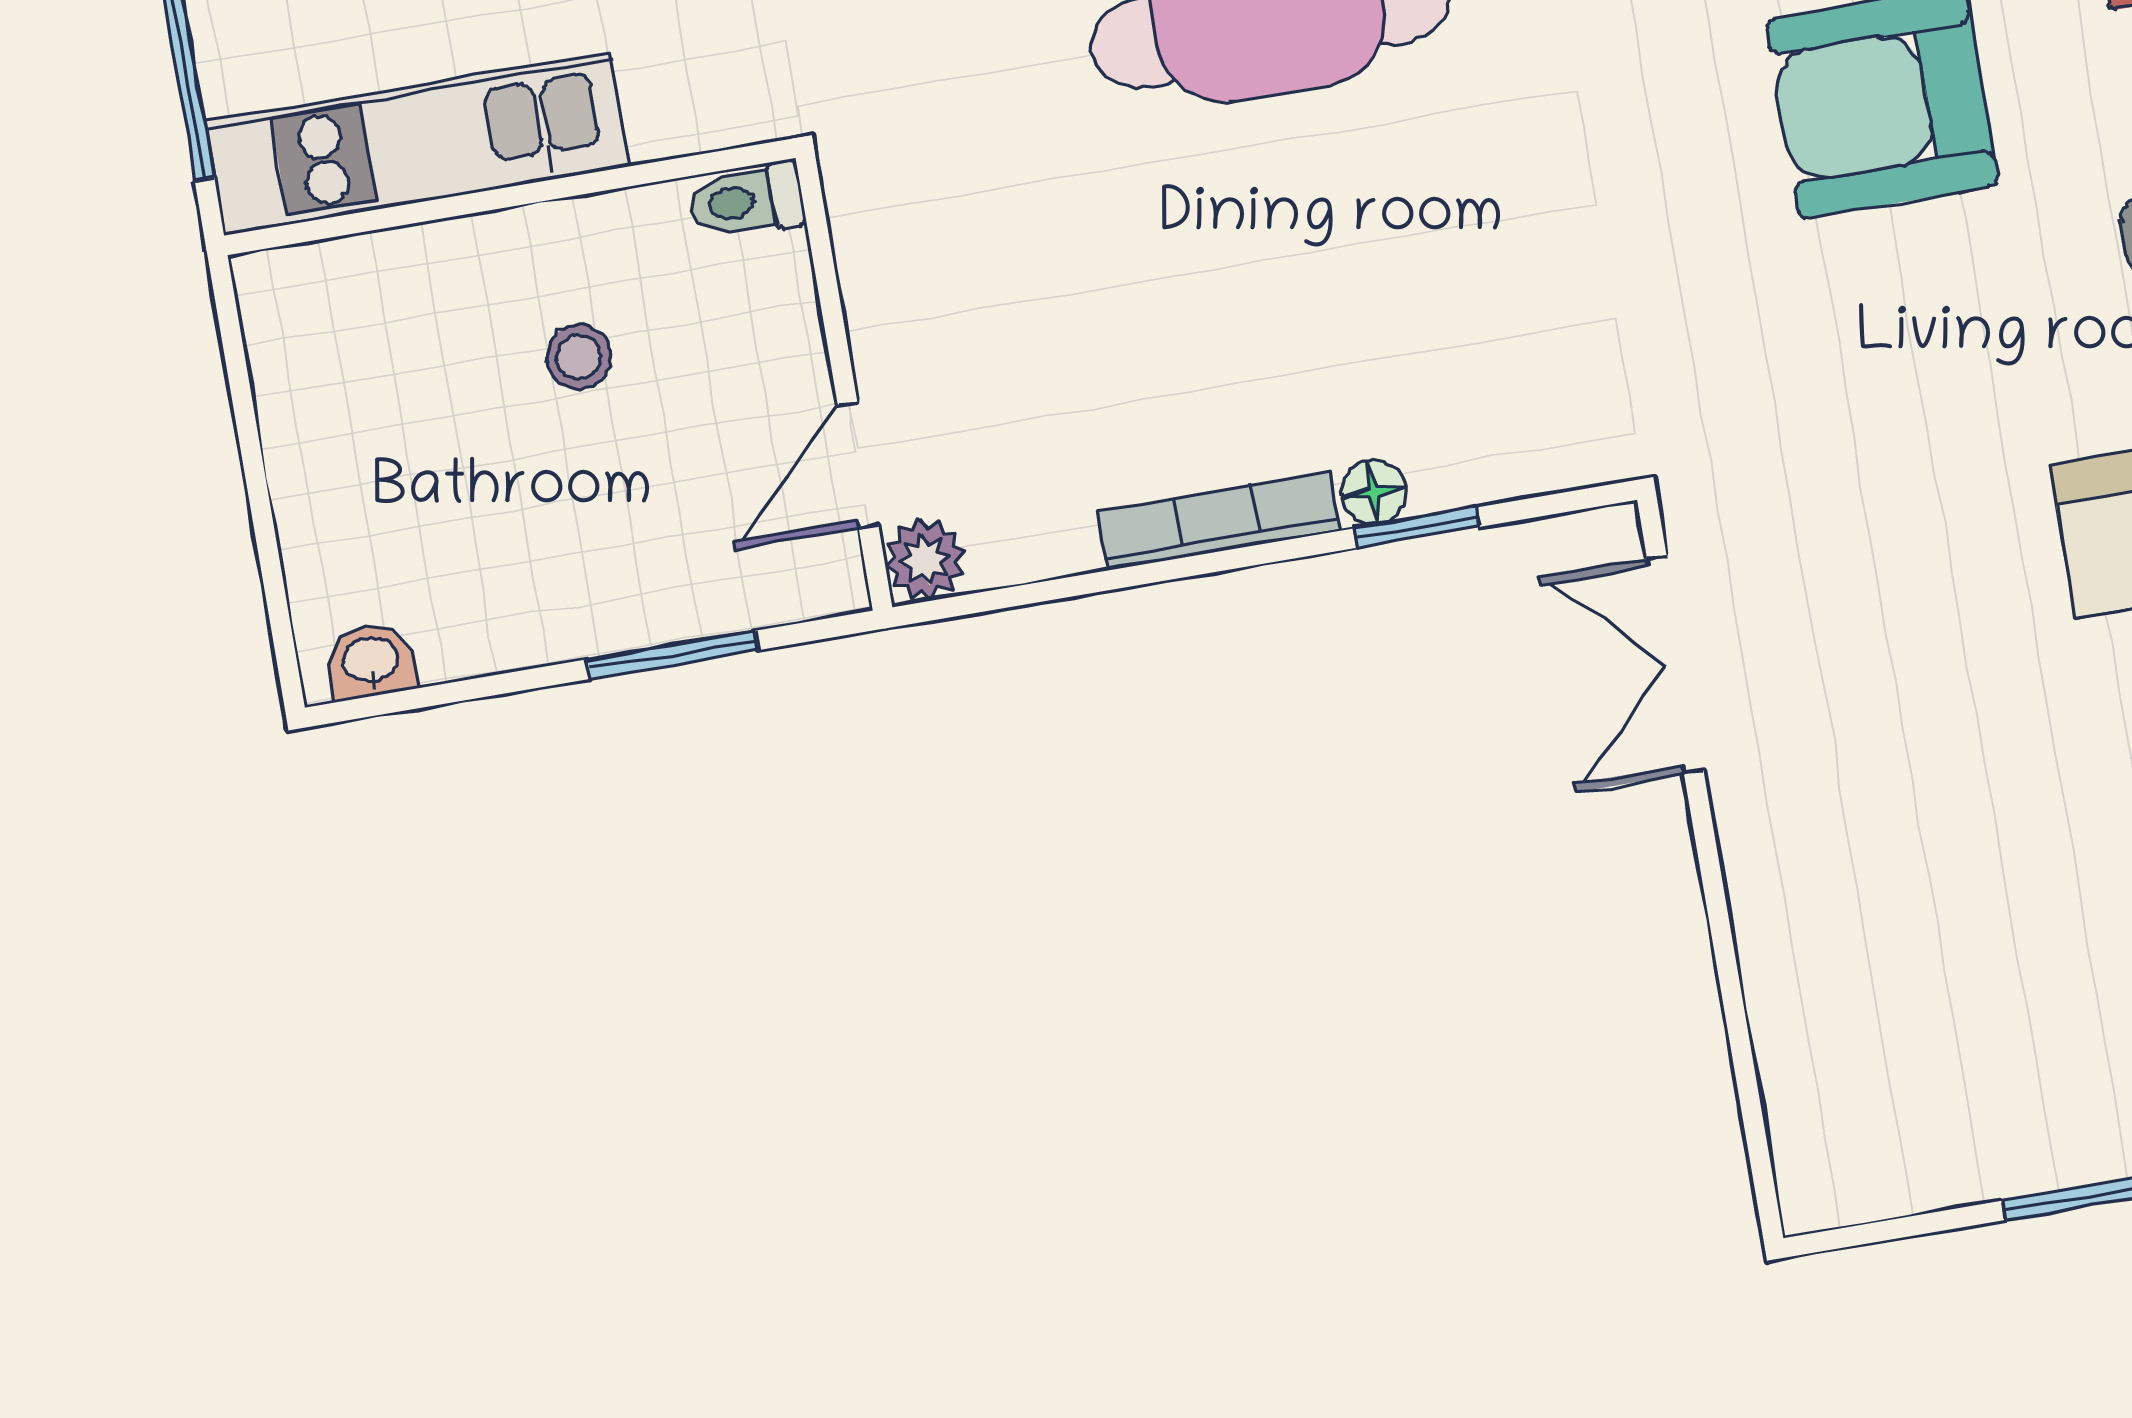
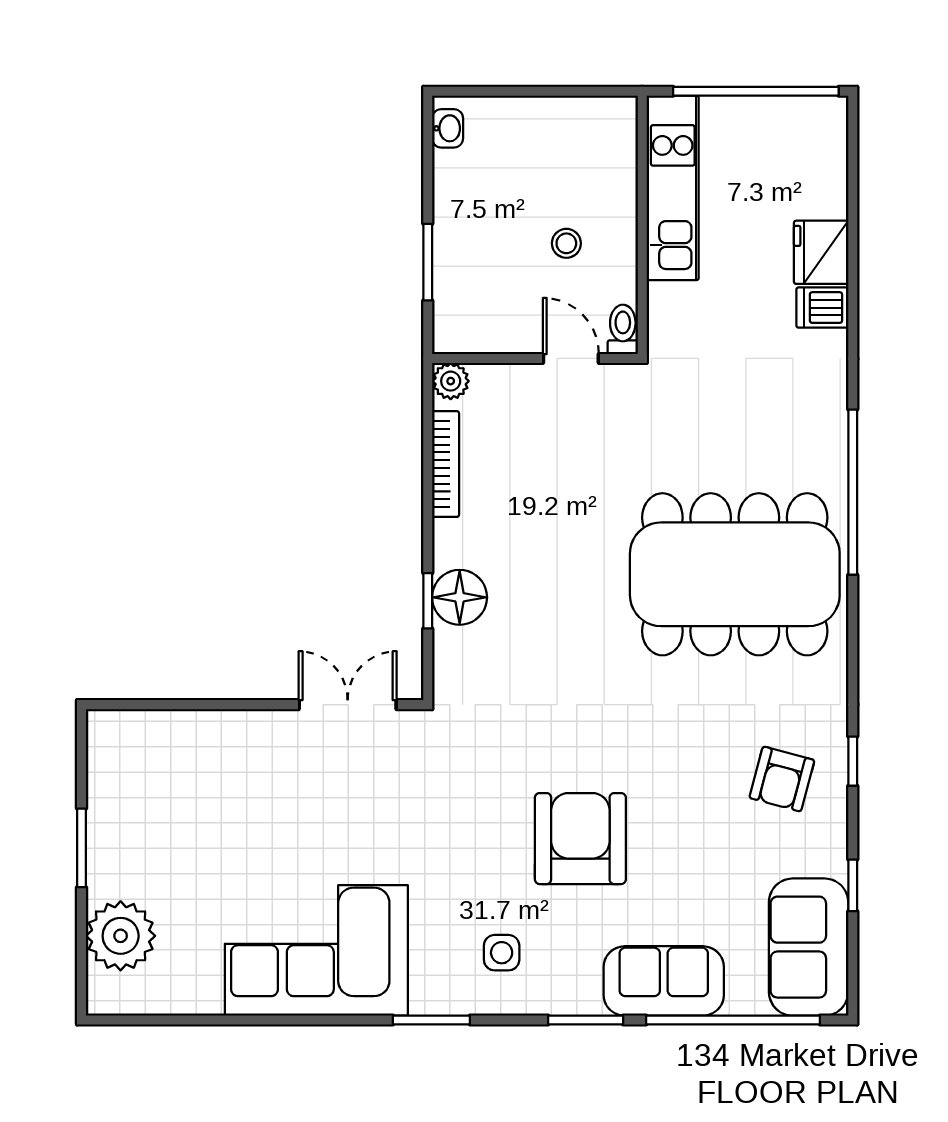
door: (858, 465) -> (571, 358), moved
floor lamp: (1374, 492) -> (460, 597), width x1.89, depth x1.89
bookcase: (1218, 521) -> (446, 464), moved

